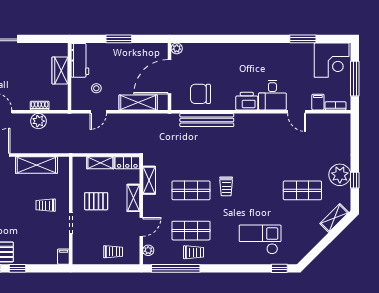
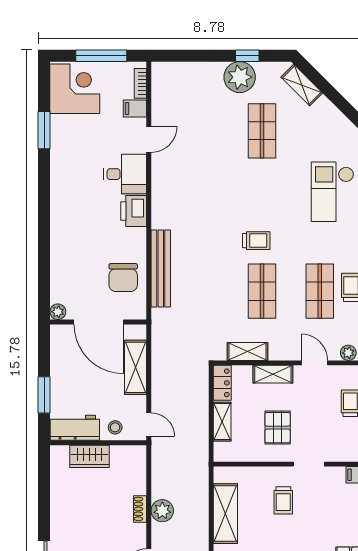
workbench: (80, 60) -> (75, 428), moved
wardrobe: (60, 70) -> (90, 456), moved
wall: (69, 77) -> (98, 443), moved

